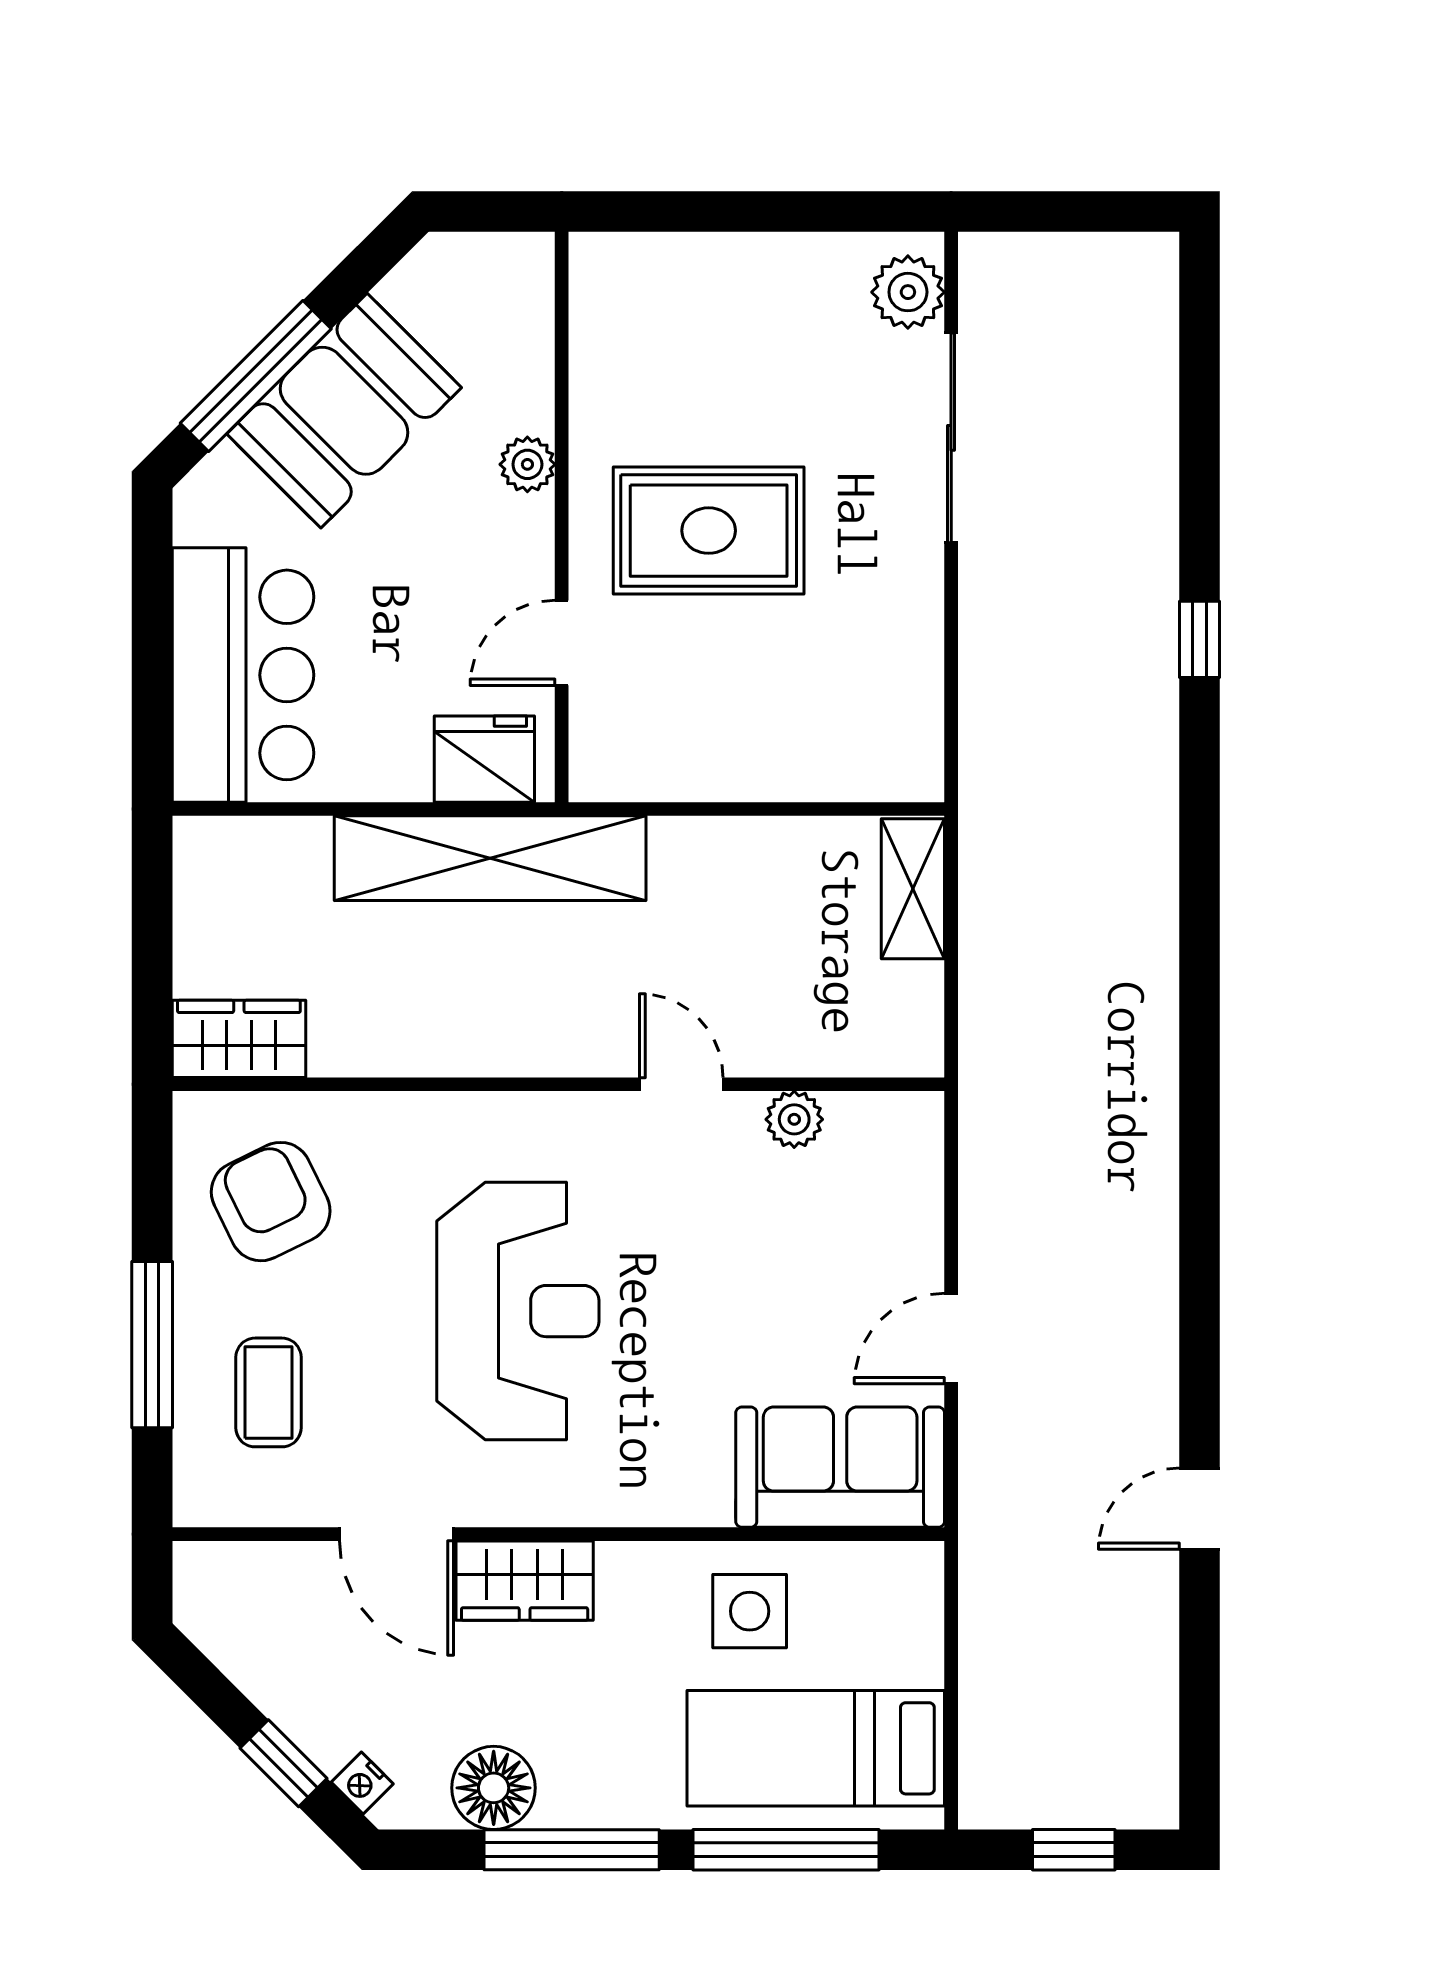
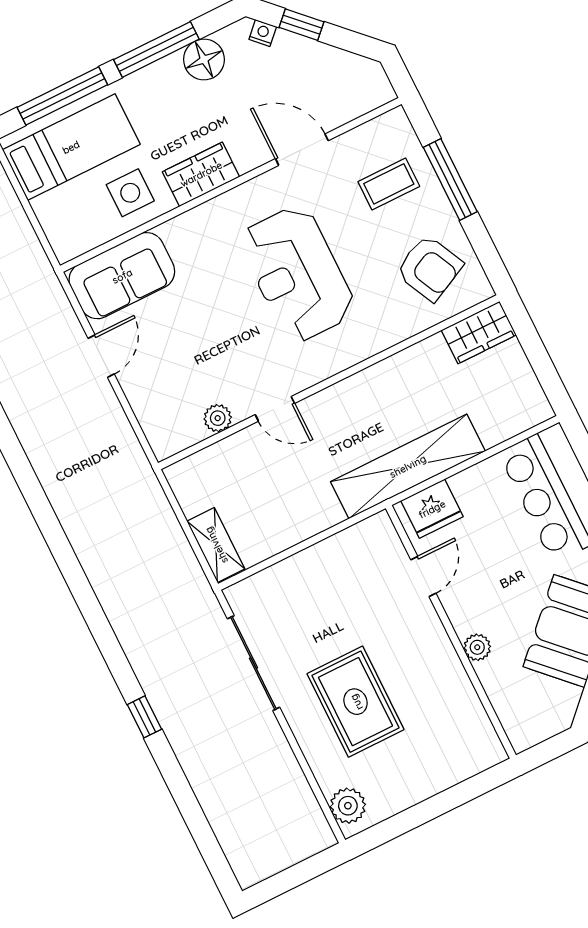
sliding door: (951, 438) -> (254, 663), moved
rug: (709, 531) -> (356, 702), moved, turned 90
coffee table: (268, 1392) -> (389, 184), turned 90
wardrobe: (525, 1581) -> (201, 174), moved

